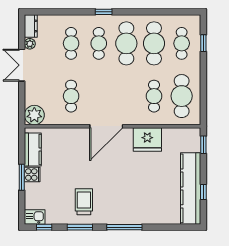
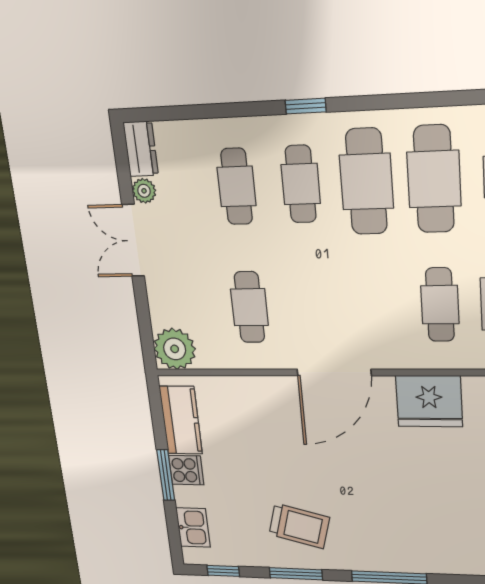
trolley: (84, 202) -> (299, 526), turned 105
kitchen sink: (35, 217) -> (193, 528), moved, turned 90

